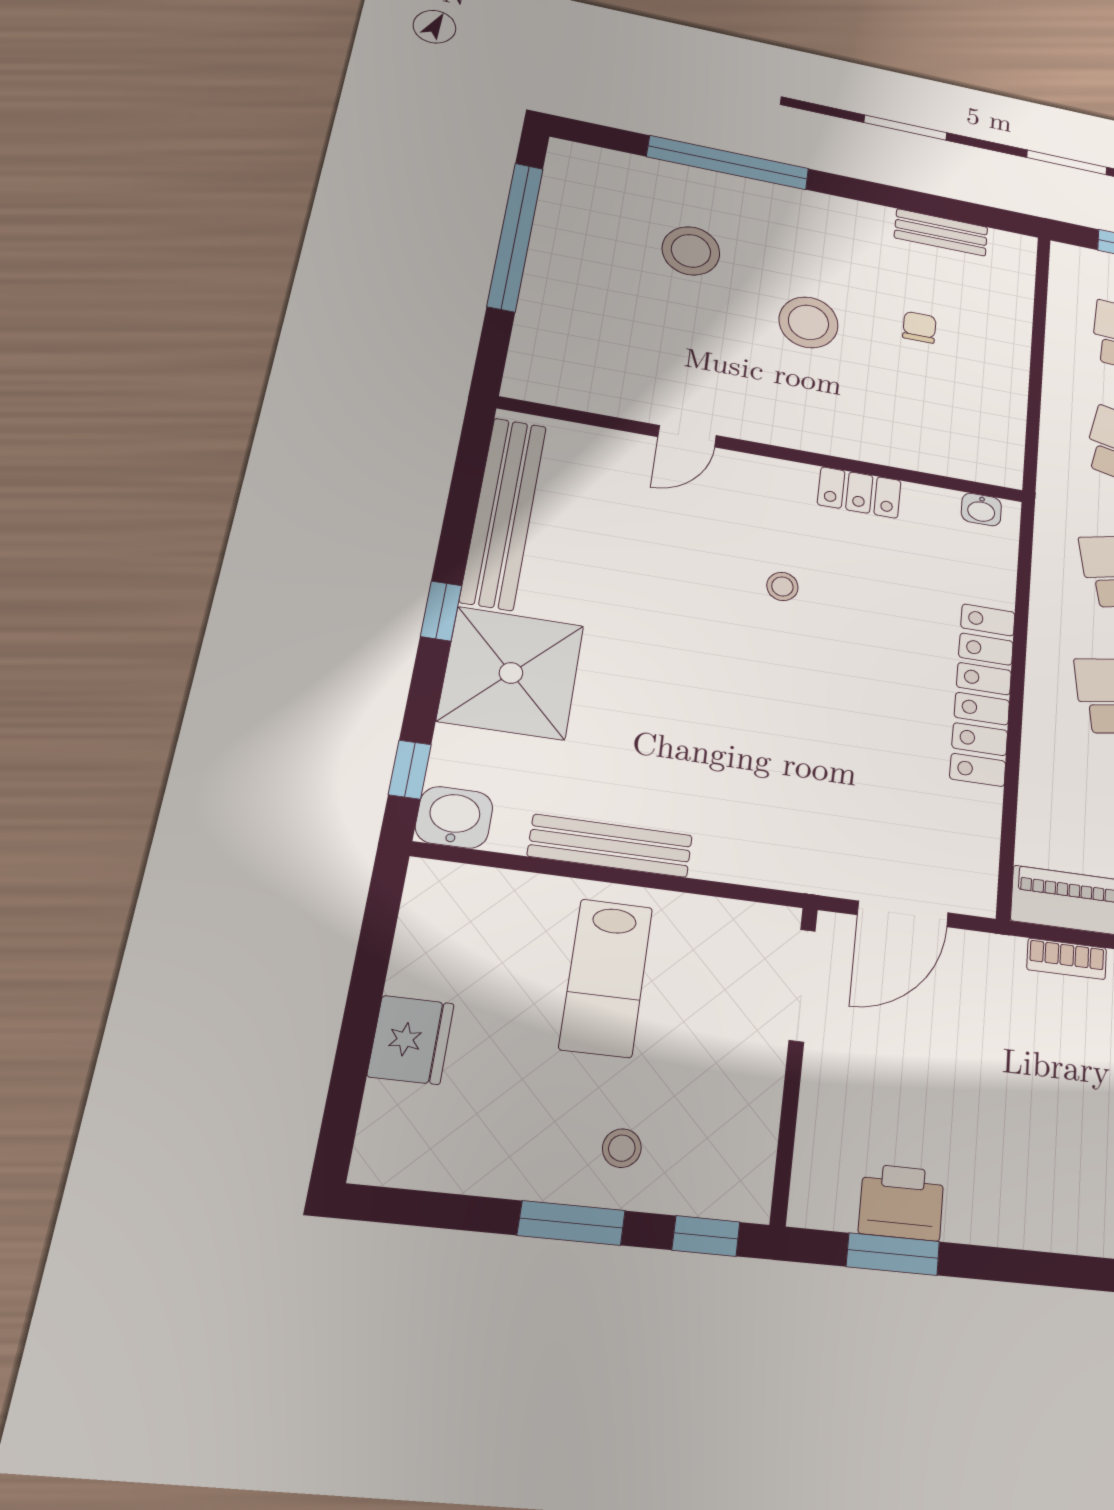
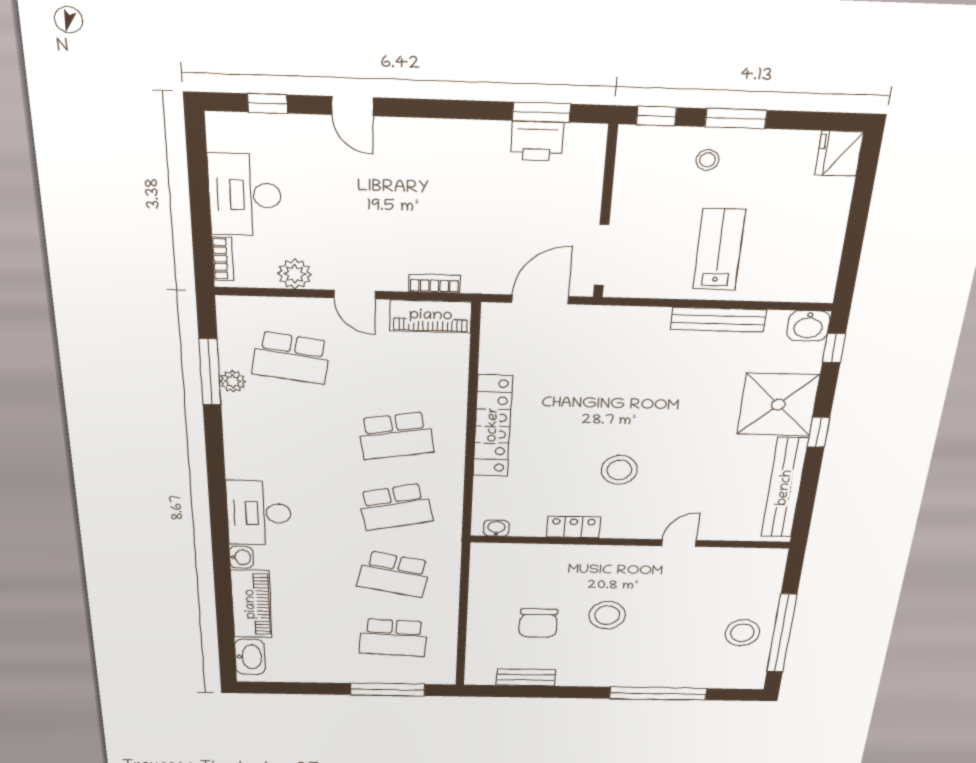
stool: (691, 251) -> (742, 633), moved
chair: (919, 327) -> (538, 623), width x1.87, depth x1.87
stool: (782, 586) -> (619, 470), width x1.89, depth x1.89
fridge: (411, 1040) -> (839, 154), moved

